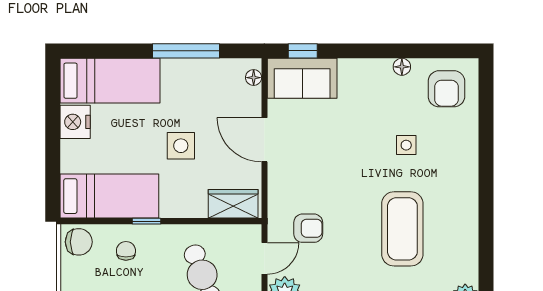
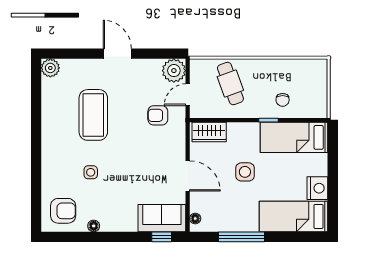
armchair: (446, 89) -> (63, 211), turned 90
chair: (79, 242) -> (315, 106), removed

